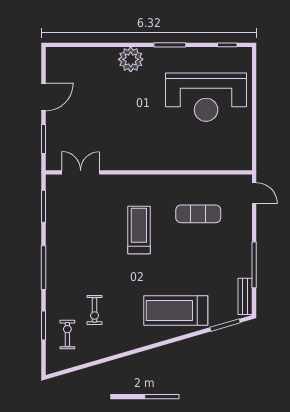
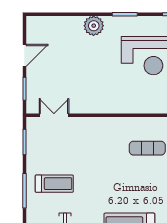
treadmill: (139, 230) -> (54, 184), moved, turned 90

